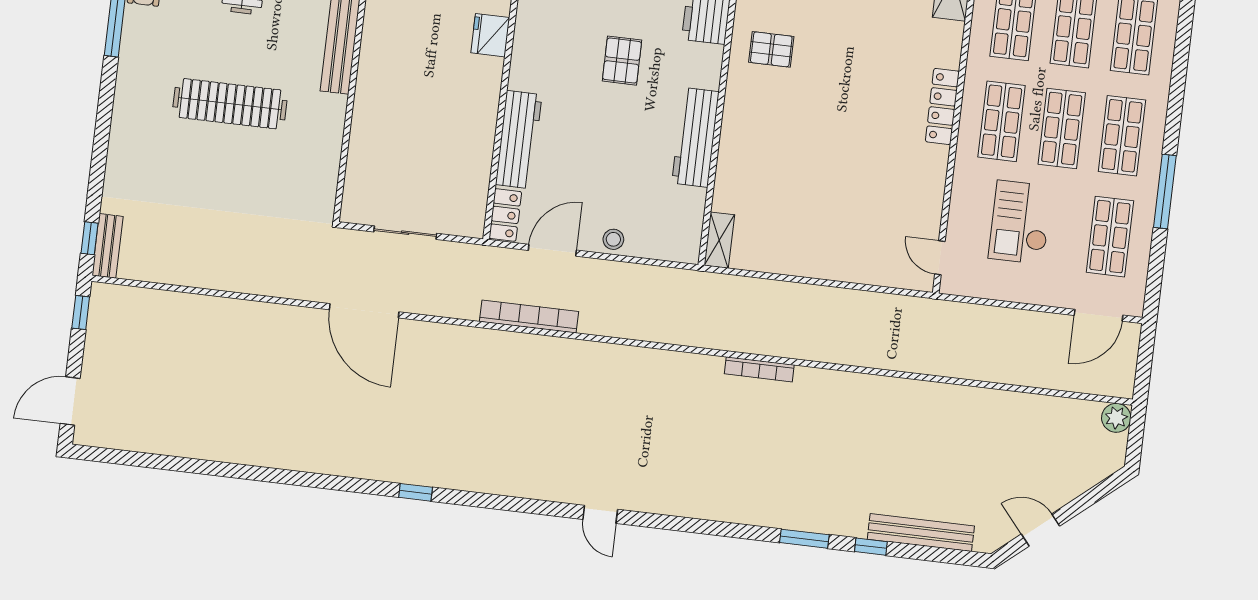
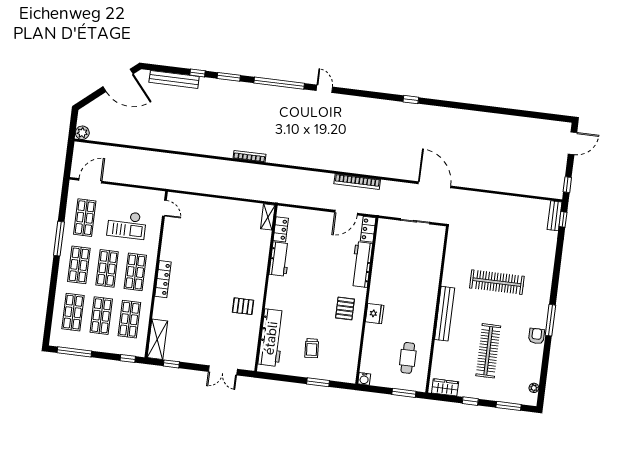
pallet: (622, 61) -> (345, 308), moved
workbench: (696, 137) -> (280, 259), width x0.73
locker: (692, 214) -> (281, 229), added
checkout: (1020, 222) -> (127, 225), turned 90
stool: (613, 239) -> (317, 218), removed
window: (697, 526) -> (279, 83), added
door: (1040, 530) -> (118, 80), width x1.87

